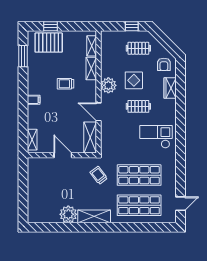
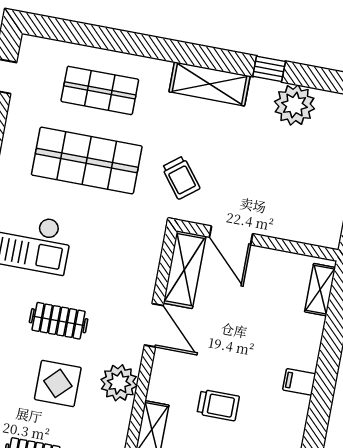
door: (63, 155) -> (231, 235), moved
shop shelf: (139, 205) -> (100, 90), width x0.70, depth x0.74
plant: (68, 214) -> (294, 105), moved
window: (71, 227) -> (269, 69), added

